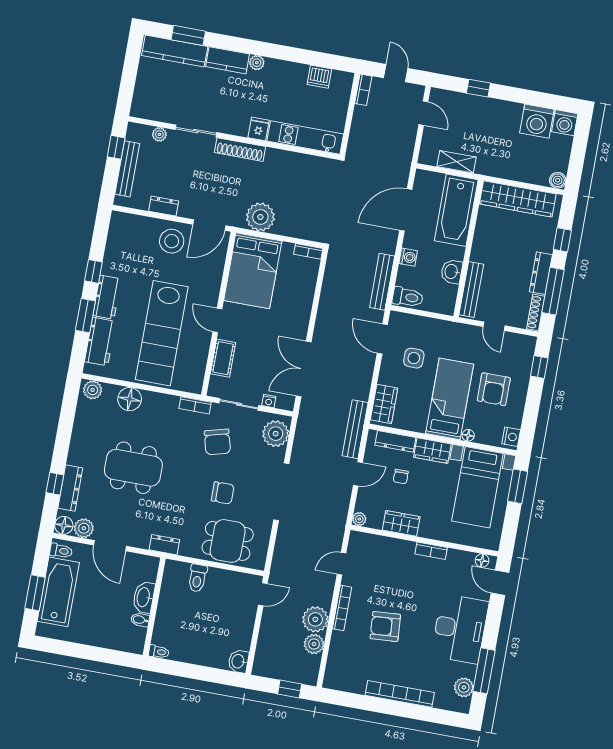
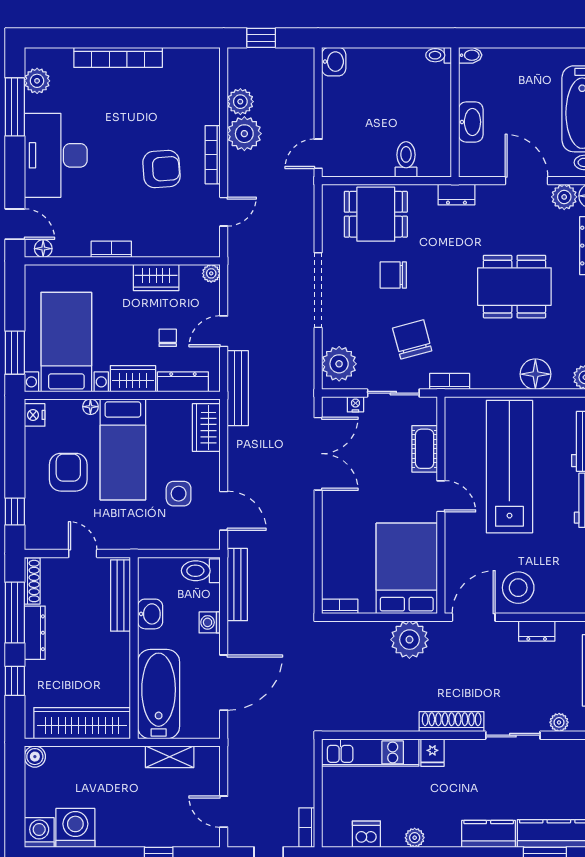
plant: (257, 63) -> (415, 838), moved
bidet: (140, 620) -> (470, 55), moved
armchair: (385, 627) -> (162, 169), moved

